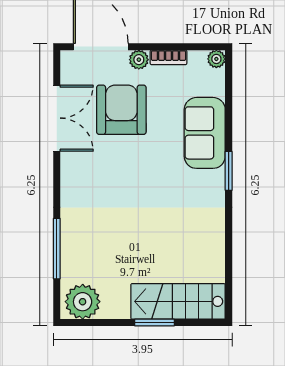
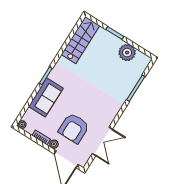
double door: (57, 118) -> (102, 141), swing flipped
stairs: (178, 301) -> (80, 40), moved, turned -90
plant: (83, 302) -> (127, 53), moved

